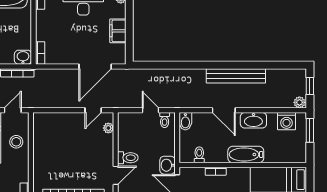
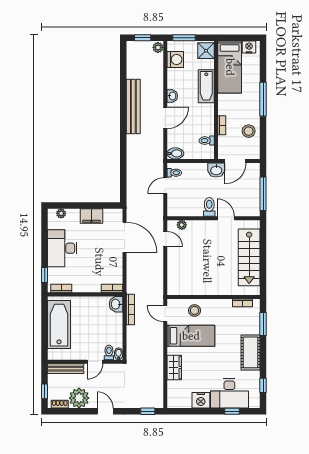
washbasin: (253, 120) -> (172, 96), width x0.52, depth x0.69
bathtub: (246, 154) -> (206, 86), moved
shower: (296, 154) -> (206, 51), added

